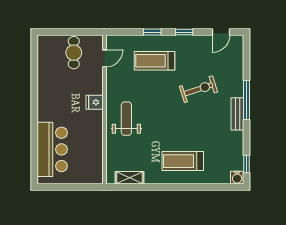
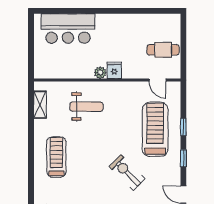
treadmill: (155, 61) -> (155, 129), width x1.37, depth x1.38
exercise bike: (199, 89) -> (127, 173), turned 153
plant: (97, 117) -> (100, 73), added
weight bench: (126, 119) -> (86, 107), moved

